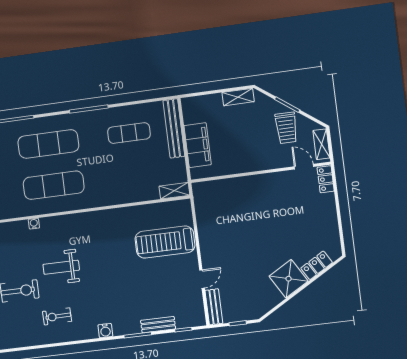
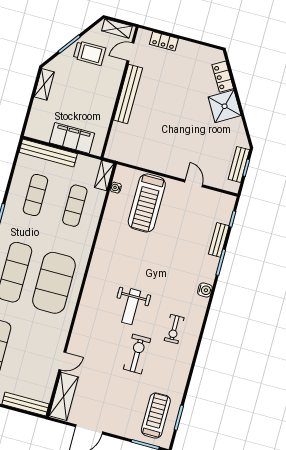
exercise mat: (134, 175) -> (75, 206), added
locker: (326, 179) -> (164, 41), moved
bench: (262, 181) -> (128, 94), added
exercise mat: (54, 185) -> (54, 283), width x1.47
water cooler: (34, 224) -> (116, 188), moved
bench: (214, 307) -> (239, 164), moved, turned 90

